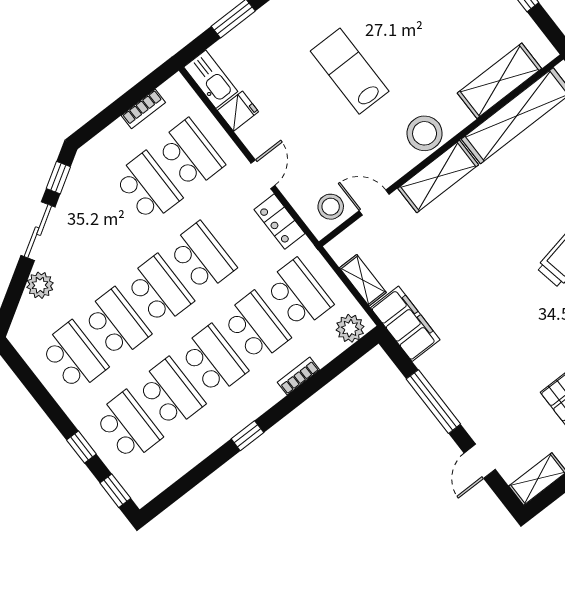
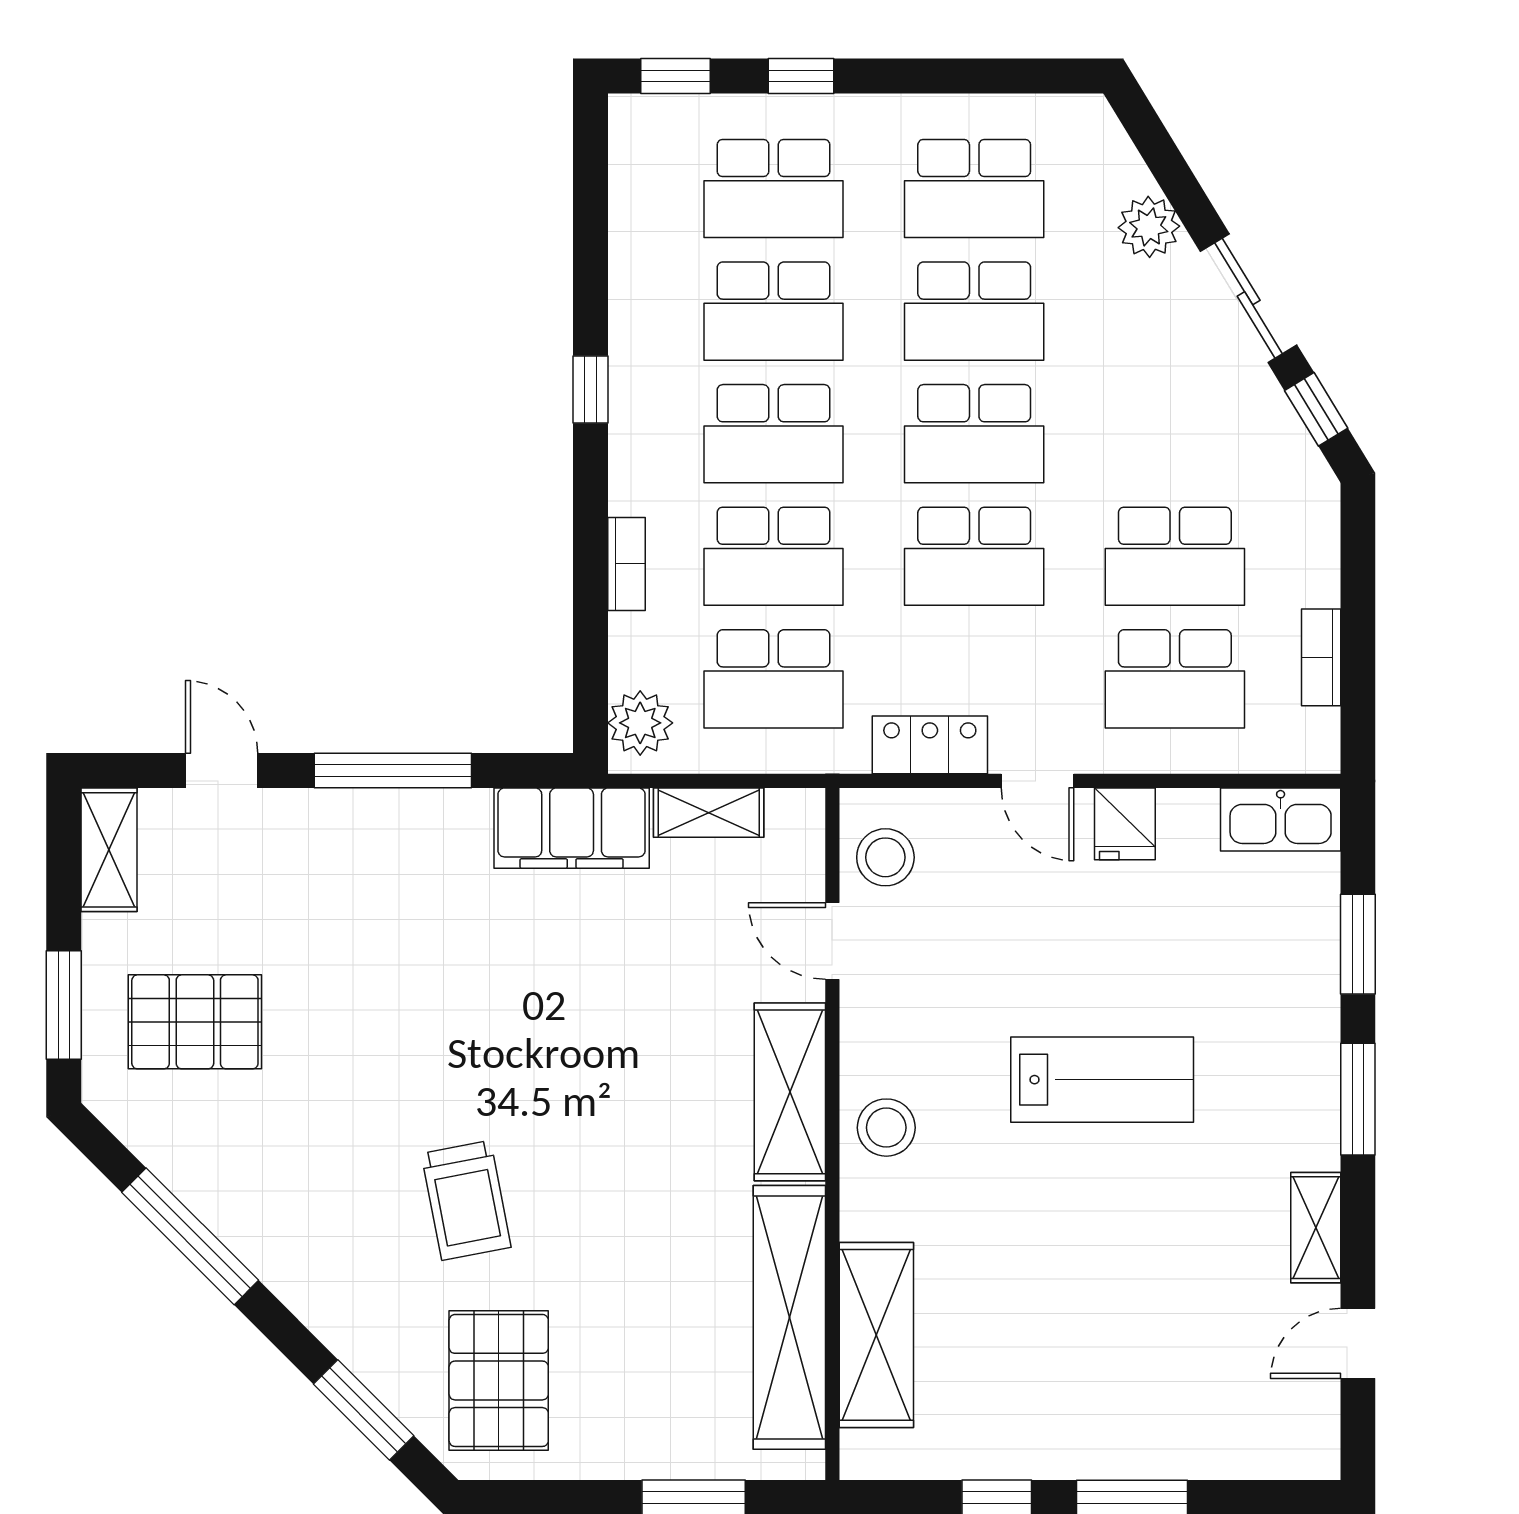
fridge: (238, 111) -> (1125, 824), moved
stool: (425, 133) -> (886, 1128), width x0.73, depth x0.73
door: (374, 203) -> (832, 941), swing flipped

